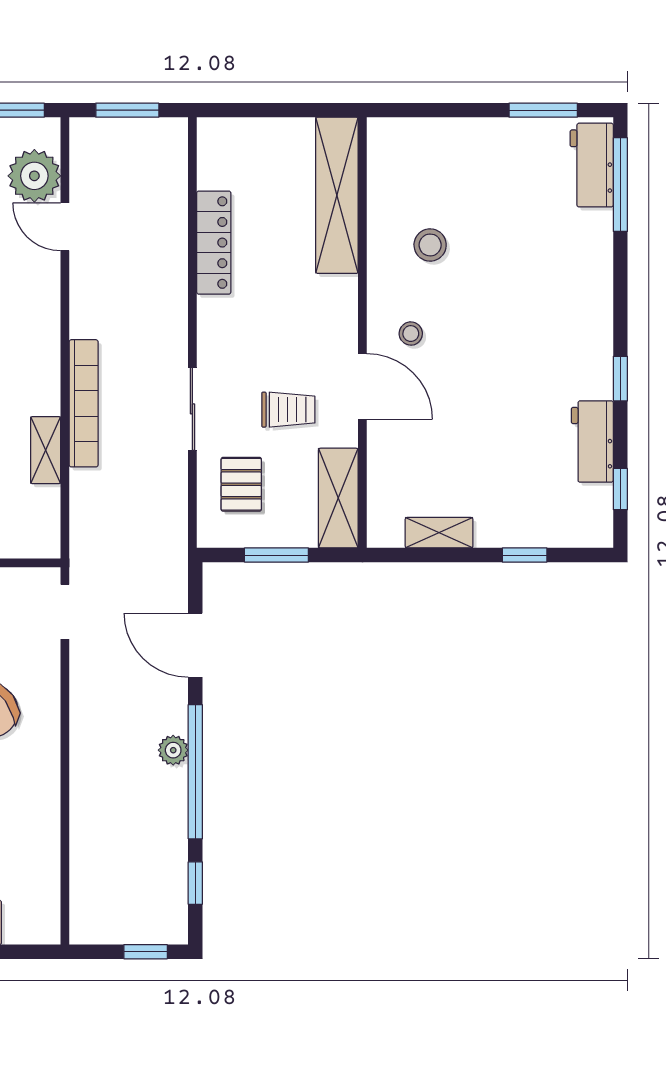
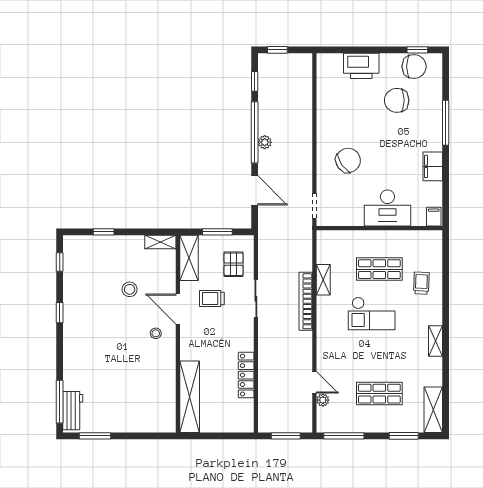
plant: (34, 176) -> (323, 400), width x0.53, depth x0.53
stool: (430, 245) -> (130, 289), moved
workbench: (592, 442) -> (73, 284), removed
shelving: (439, 533) -> (160, 242), moved

